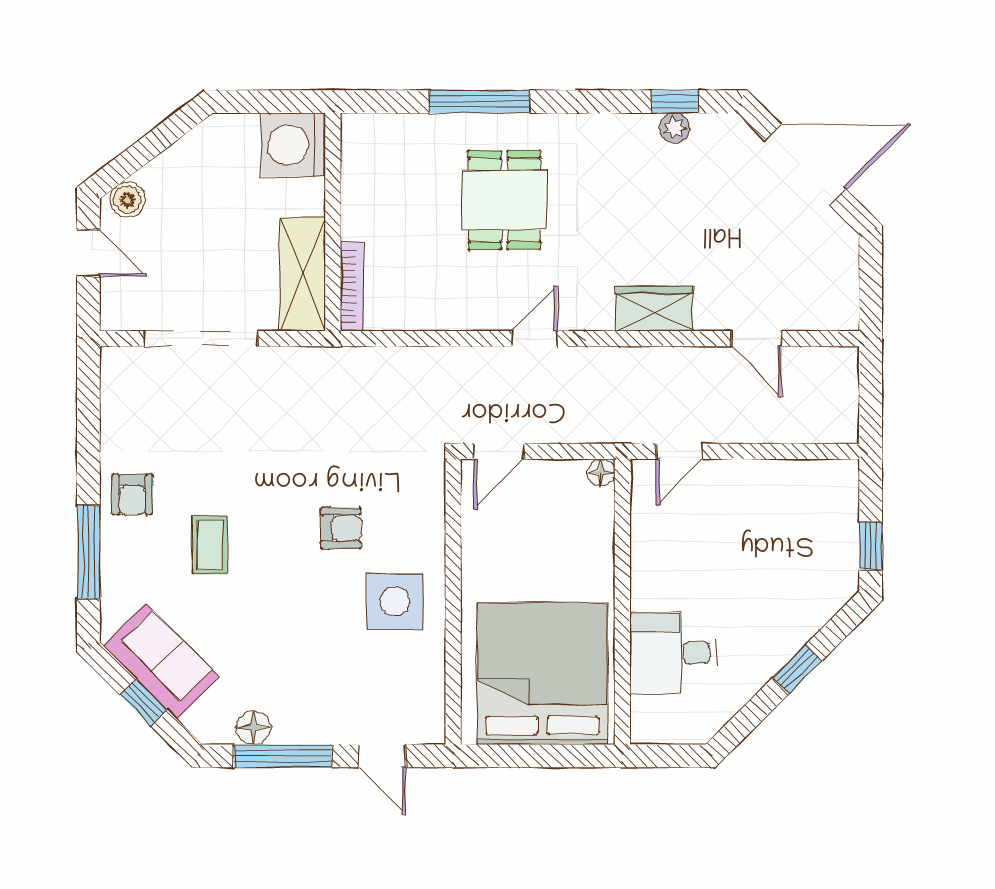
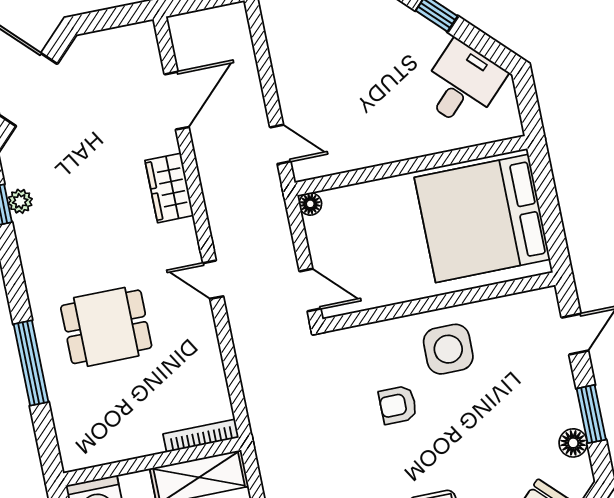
door: (756, 339) -> (177, 101), width x1.37
armchair: (341, 528) -> (398, 405), turned -90
desk: (673, 653) -> (462, 84), moved, turned -135
window: (283, 756) -> (591, 414), width x0.69

